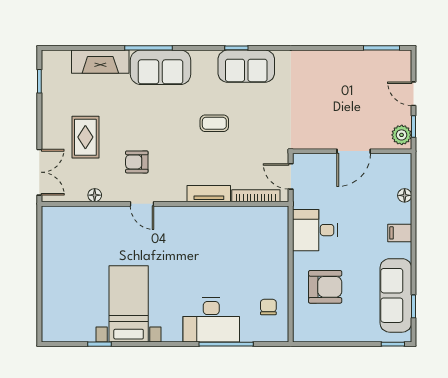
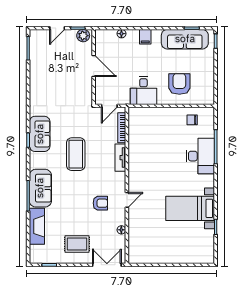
coffee table: (214, 123) -> (76, 154), width x1.86, depth x1.72
rug: (85, 137) -> (77, 244), moved
armchair: (137, 162) -> (100, 203), turned -90

